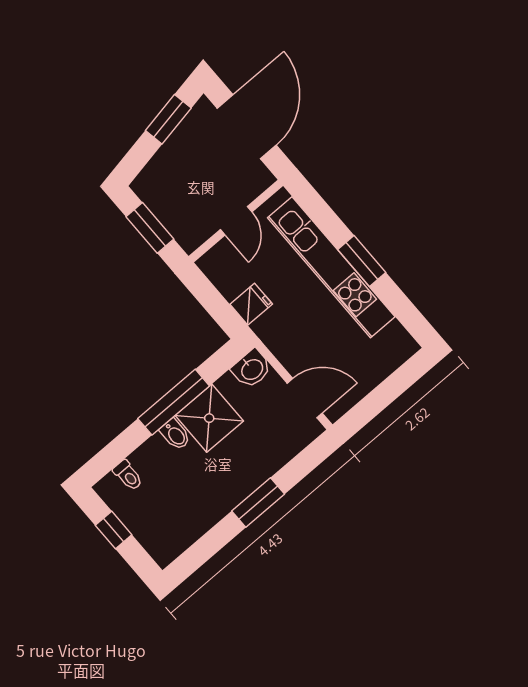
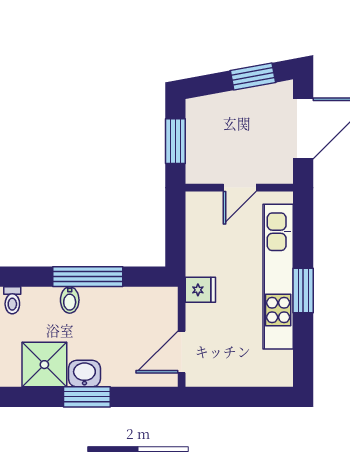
fridge: (251, 304) -> (200, 290), moved
washbasin: (252, 369) -> (84, 374), moved, turned 180
door: (305, 398) -> (182, 352), swing flipped
shower: (209, 418) -> (44, 365), moved

